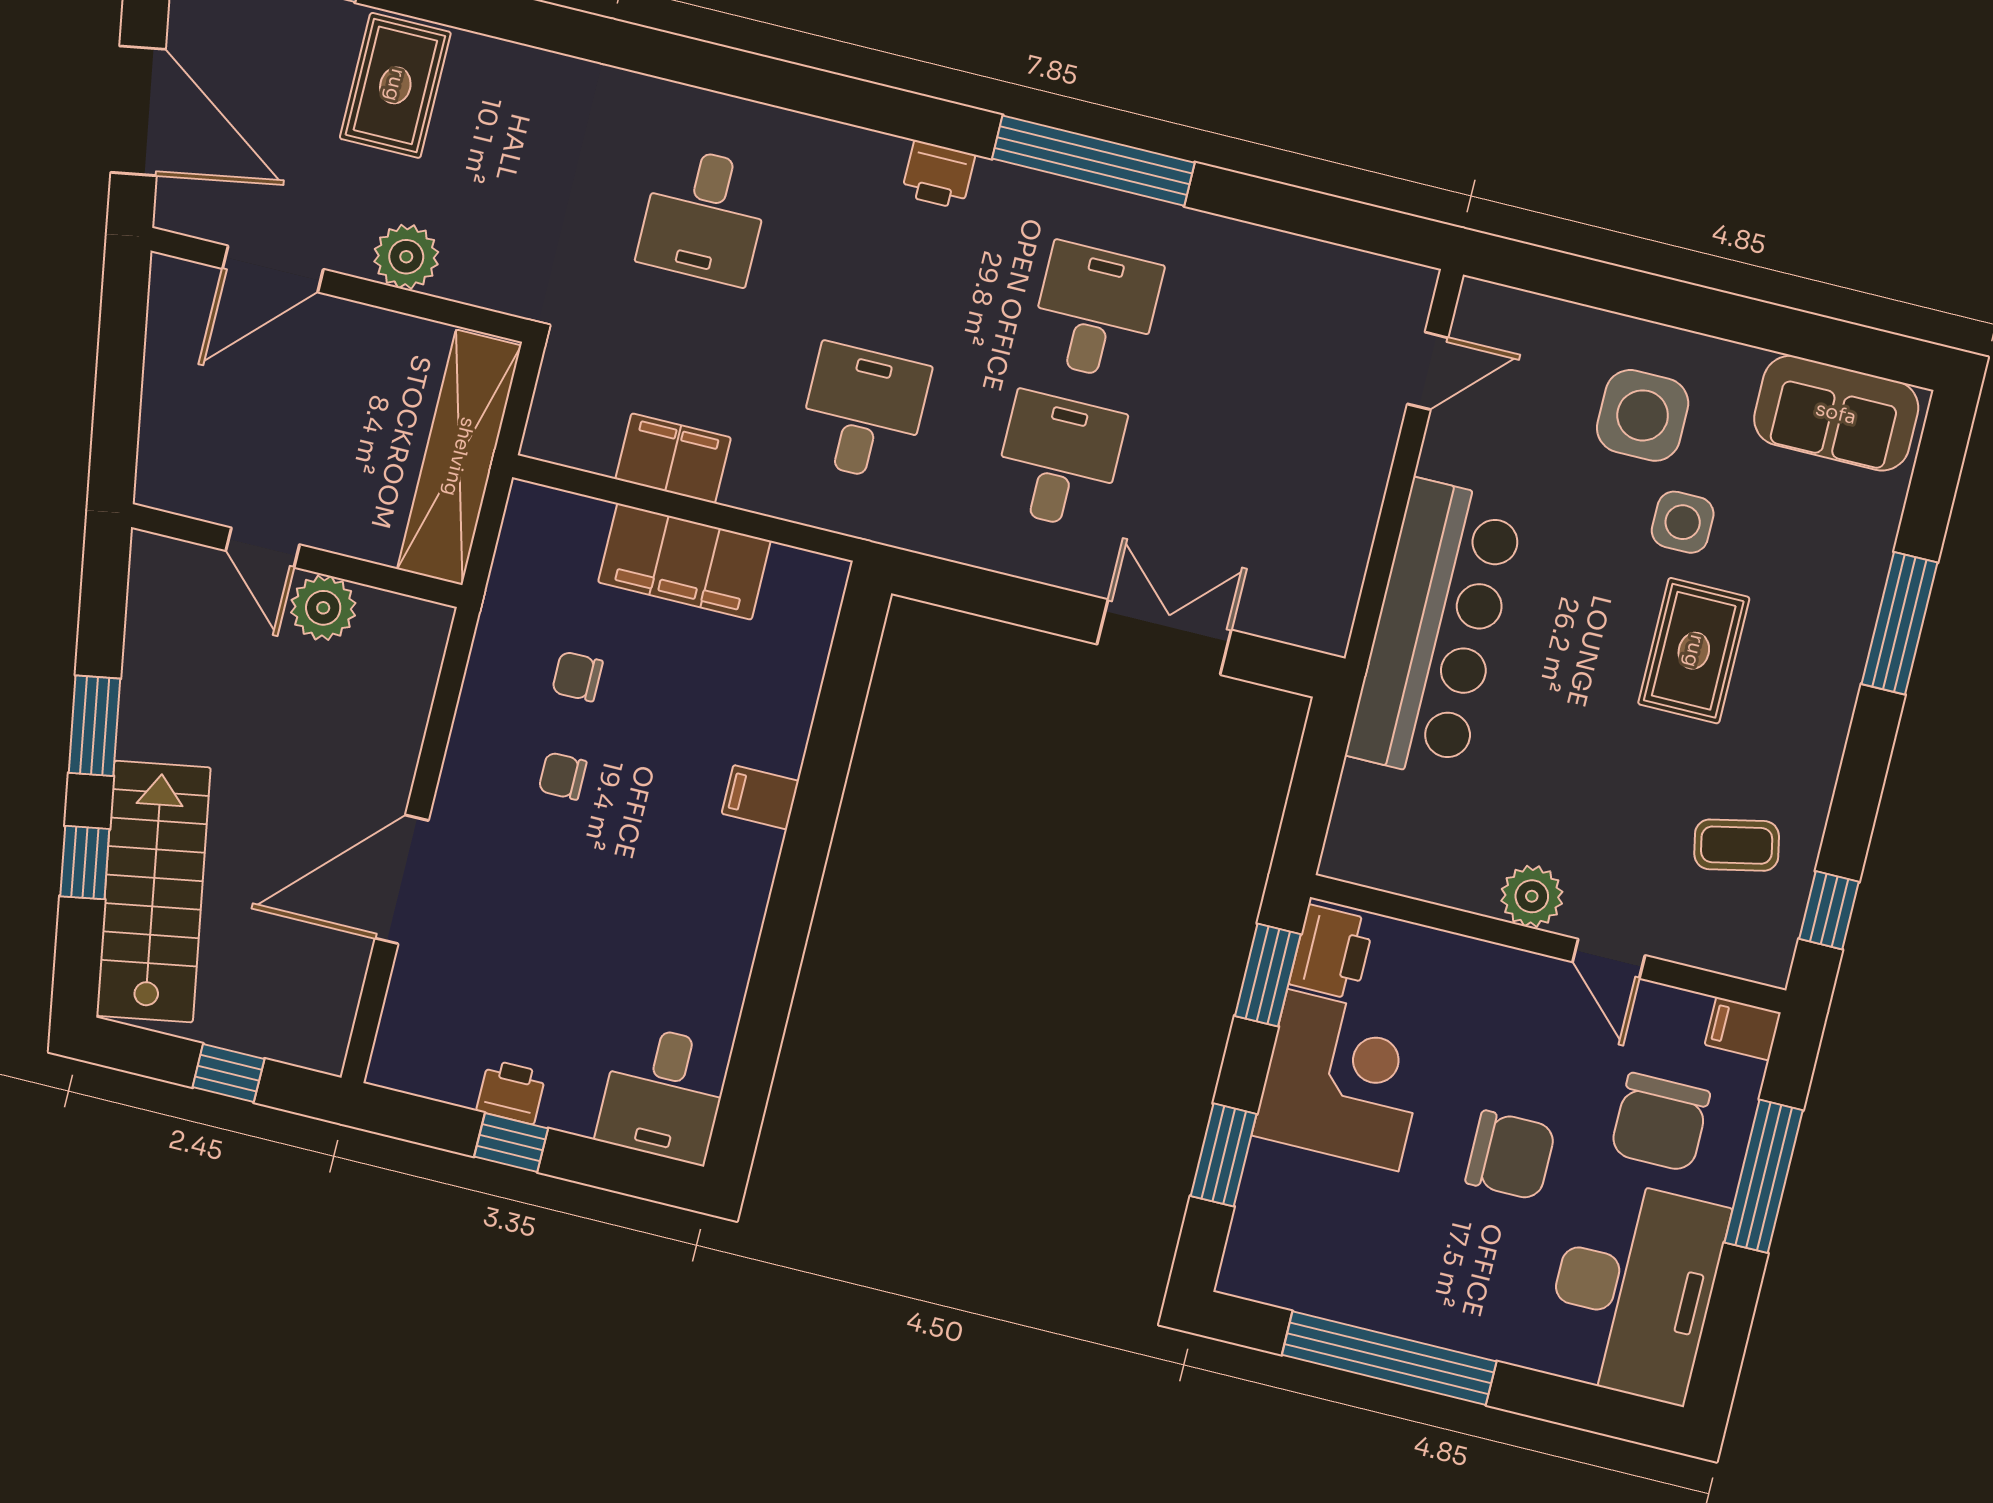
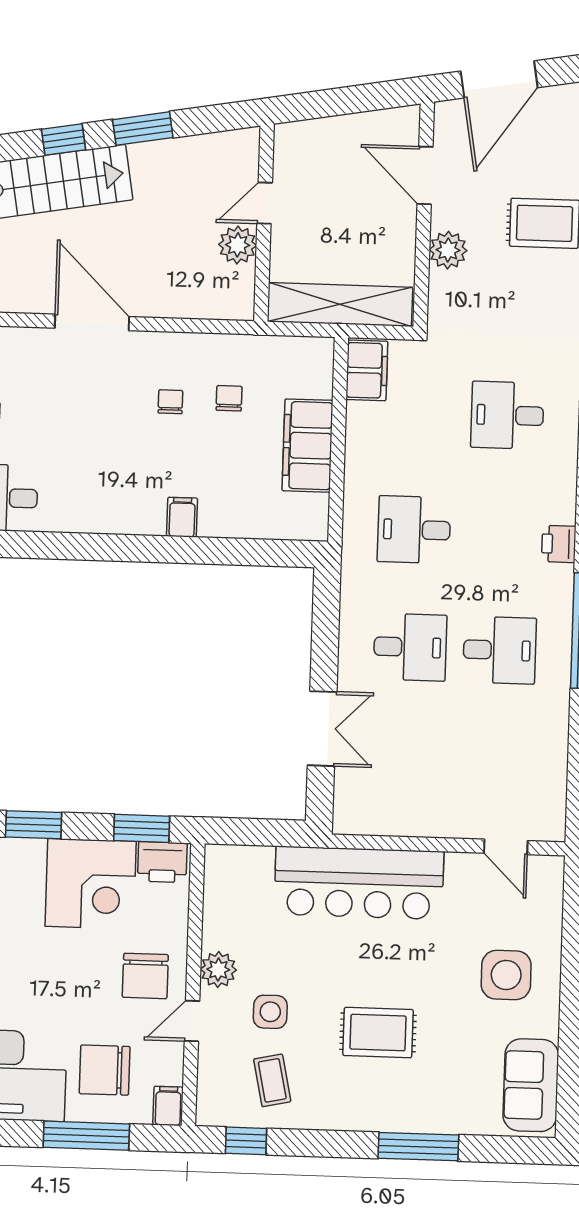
desk: (863, 413) -> (414, 530), turned 180
filing cabinet: (673, 458) -> (367, 370), moved
side table: (1683, 522) -> (270, 1012), moved
chair: (1510, 1155) -> (145, 976), moved

